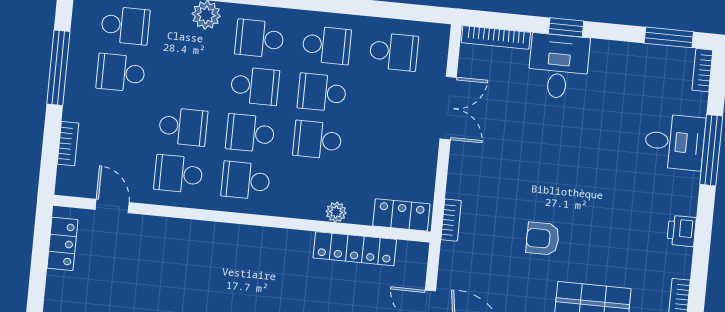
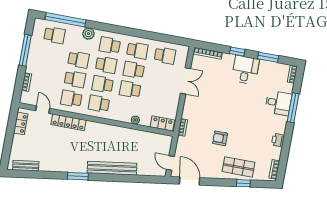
window: (669, 37) -> (268, 57), moved
desk: (558, 66) -> (245, 70), moved
school desk: (121, 73) -> (79, 60), moved, turned 180
locker: (355, 249) -> (68, 122), moved

